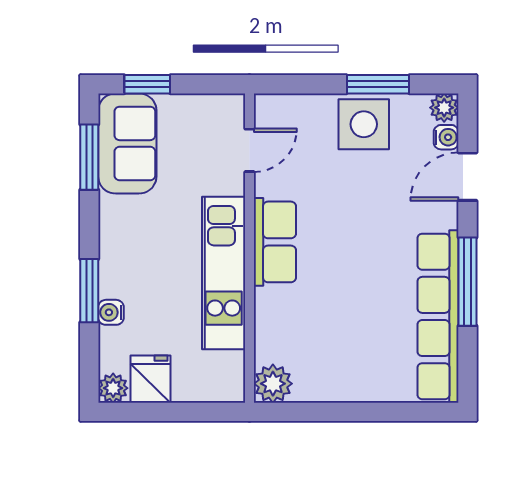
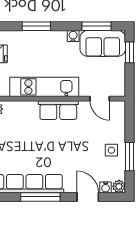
side table: (364, 124) -> (111, 150), width x0.54, depth x0.54
water cooler: (111, 312) -> (73, 36), moved

